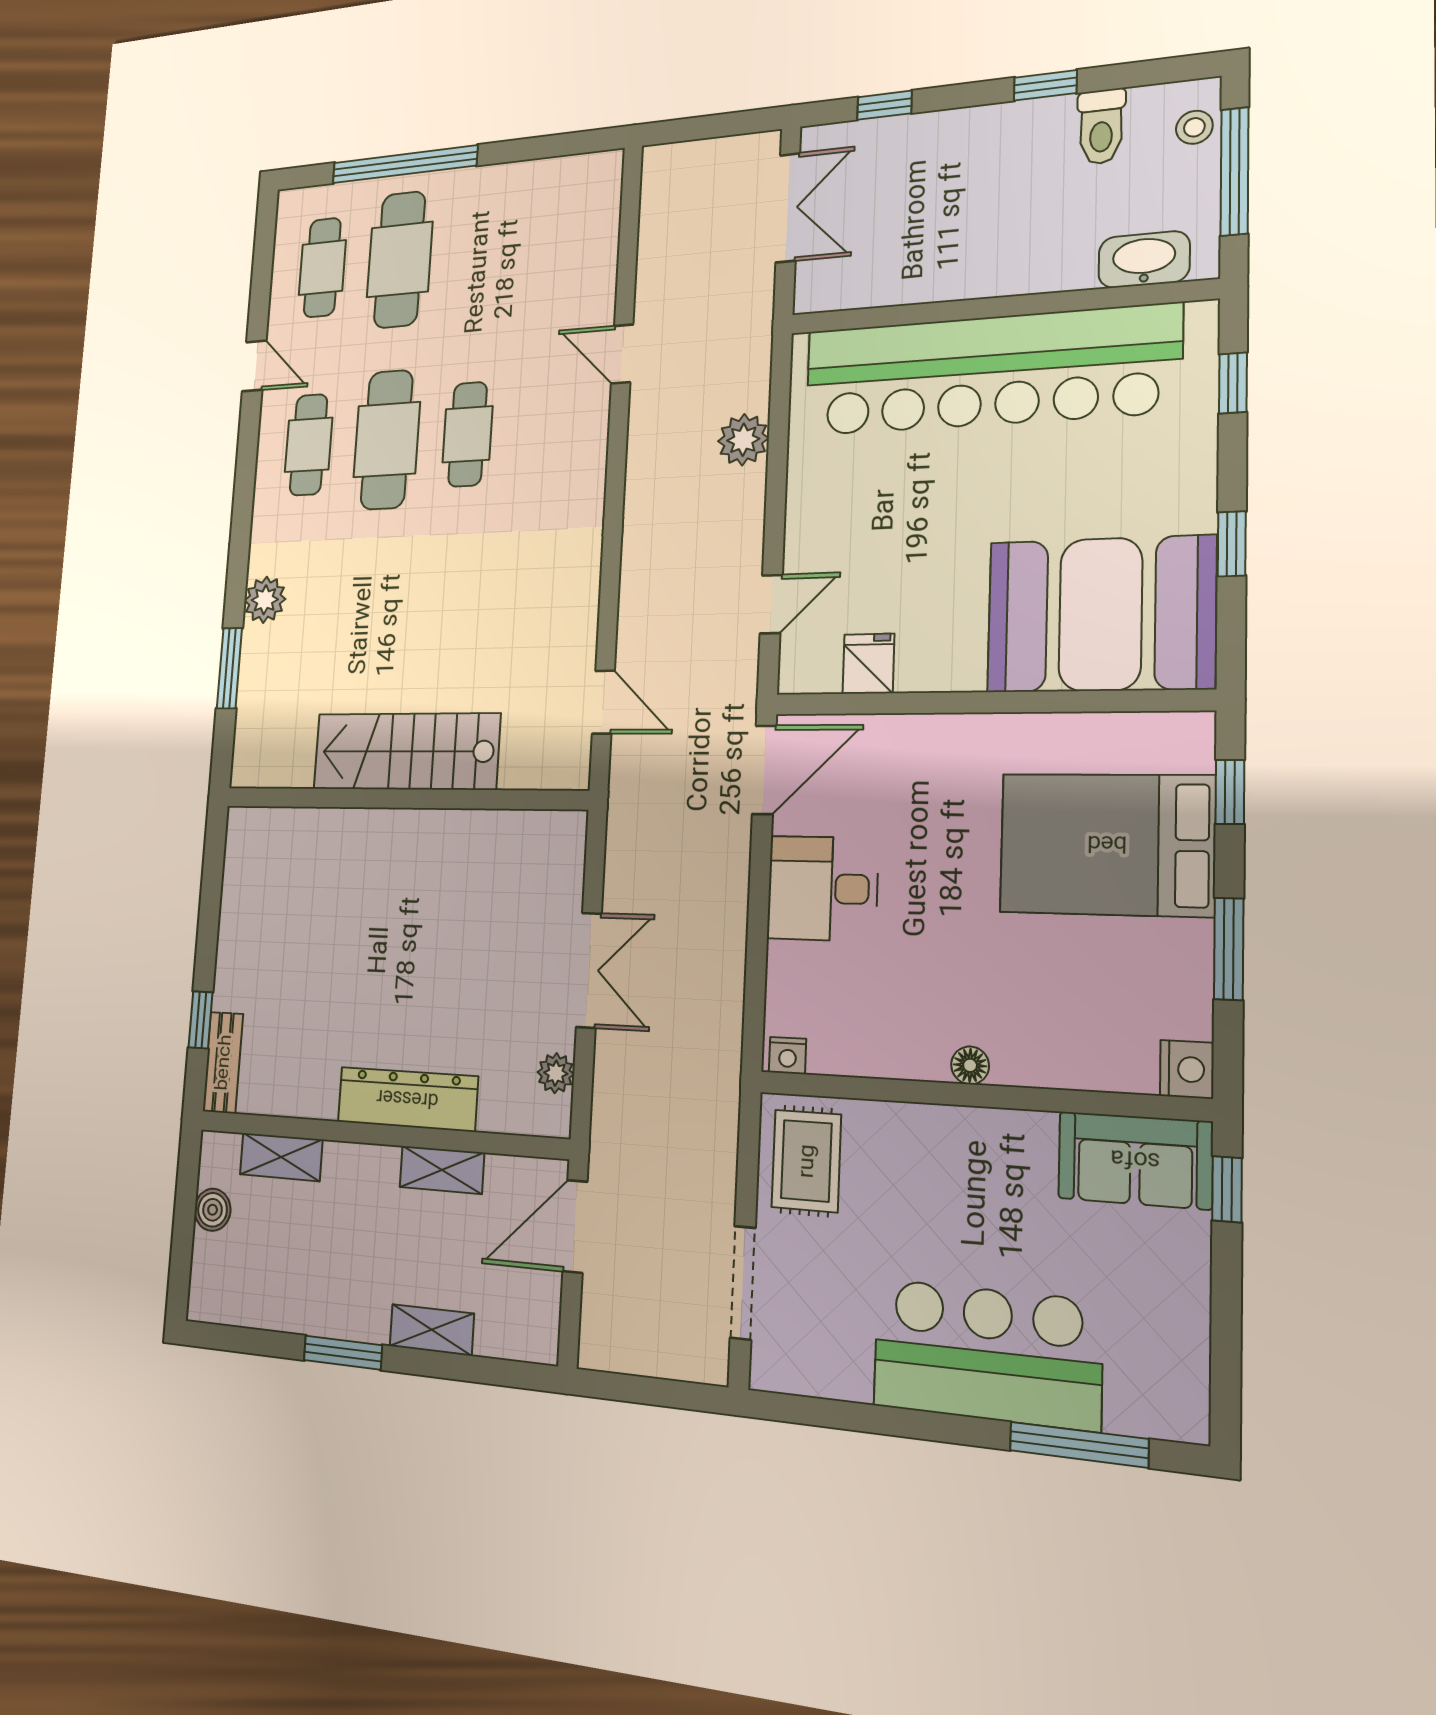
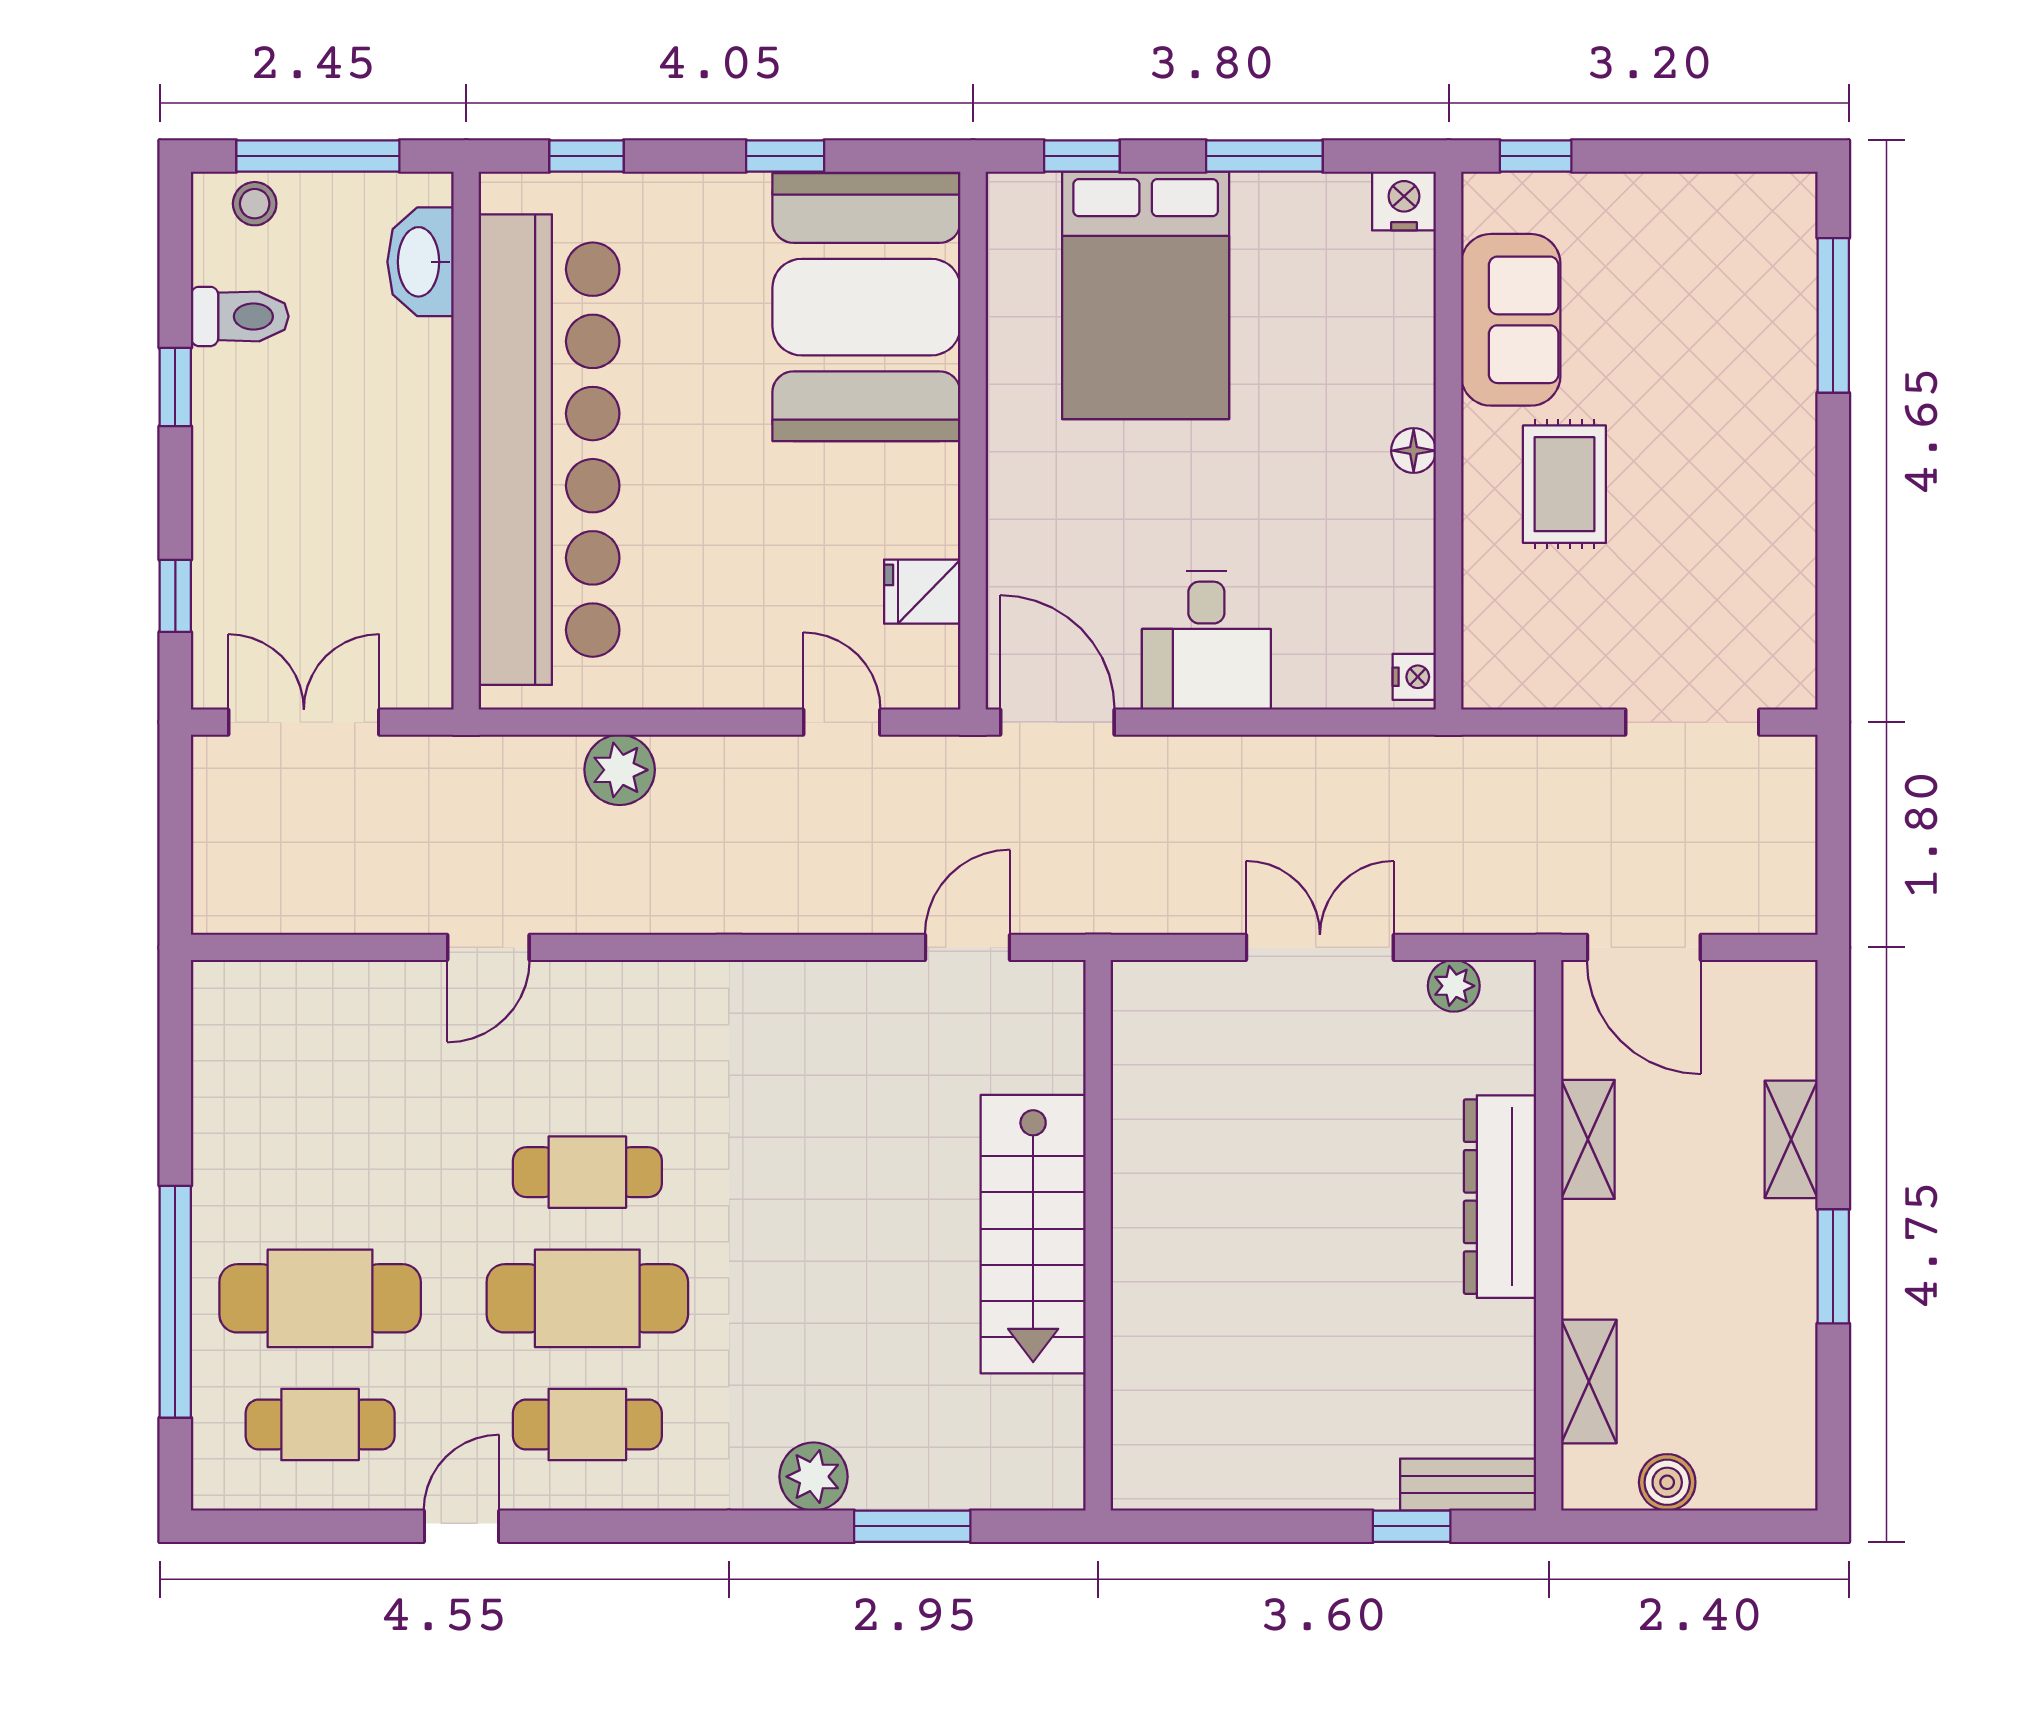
sofa: (1135, 1160) -> (1511, 320), moved
rug: (806, 1161) -> (1564, 484), moved, turned 90
bar counter: (987, 1354) -> (1745, 422), removed

